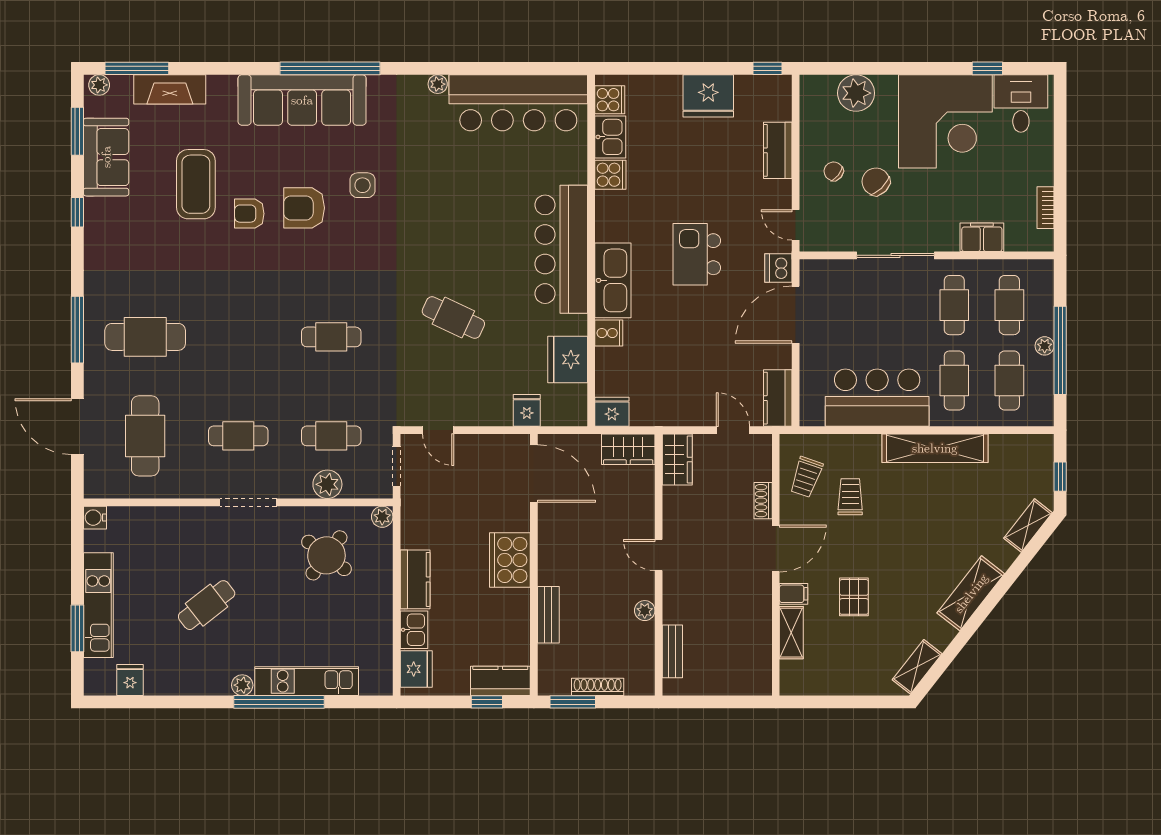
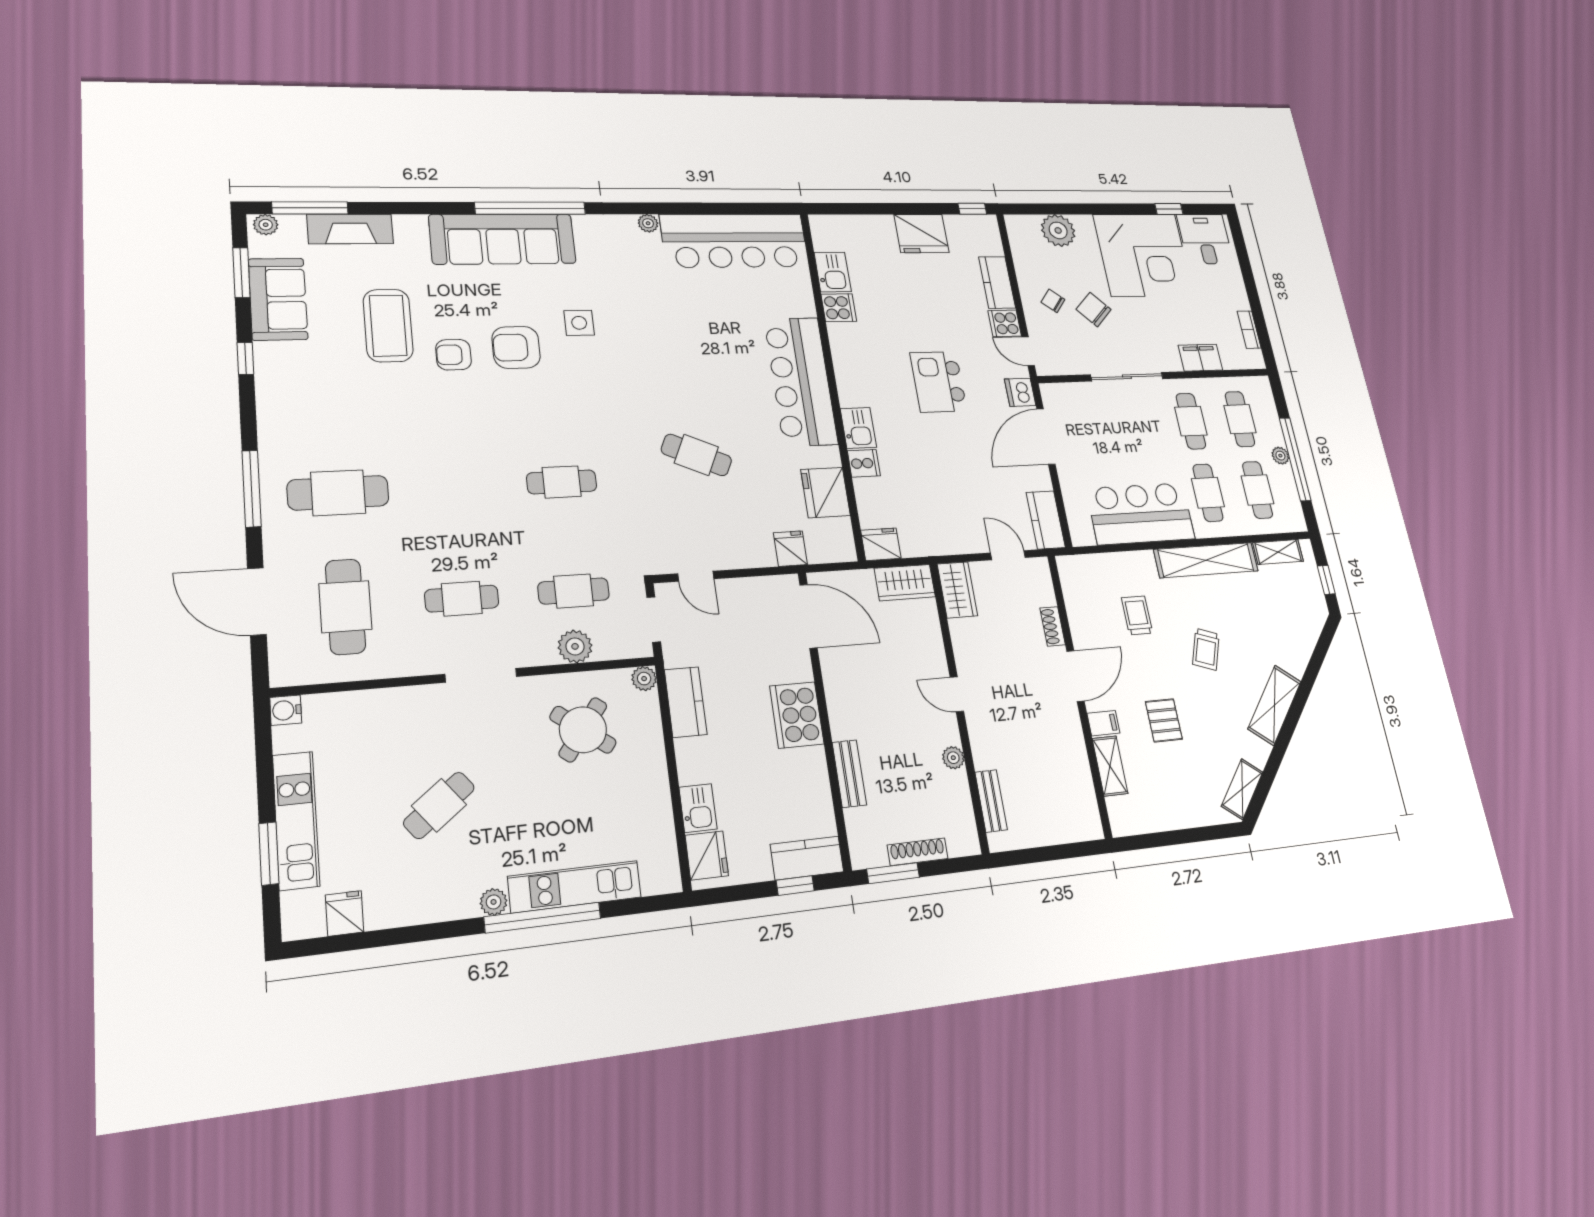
cooker: (610, 100) -> (1005, 323), moved, turned 180
kitchen sink: (613, 280) -> (858, 428), width x0.53, depth x0.81
trolley: (806, 477) -> (1206, 649), moved
shelving: (1028, 526) -> (1278, 552), moved, turned 52
kitchen counter: (415, 579) -> (686, 702), moved

